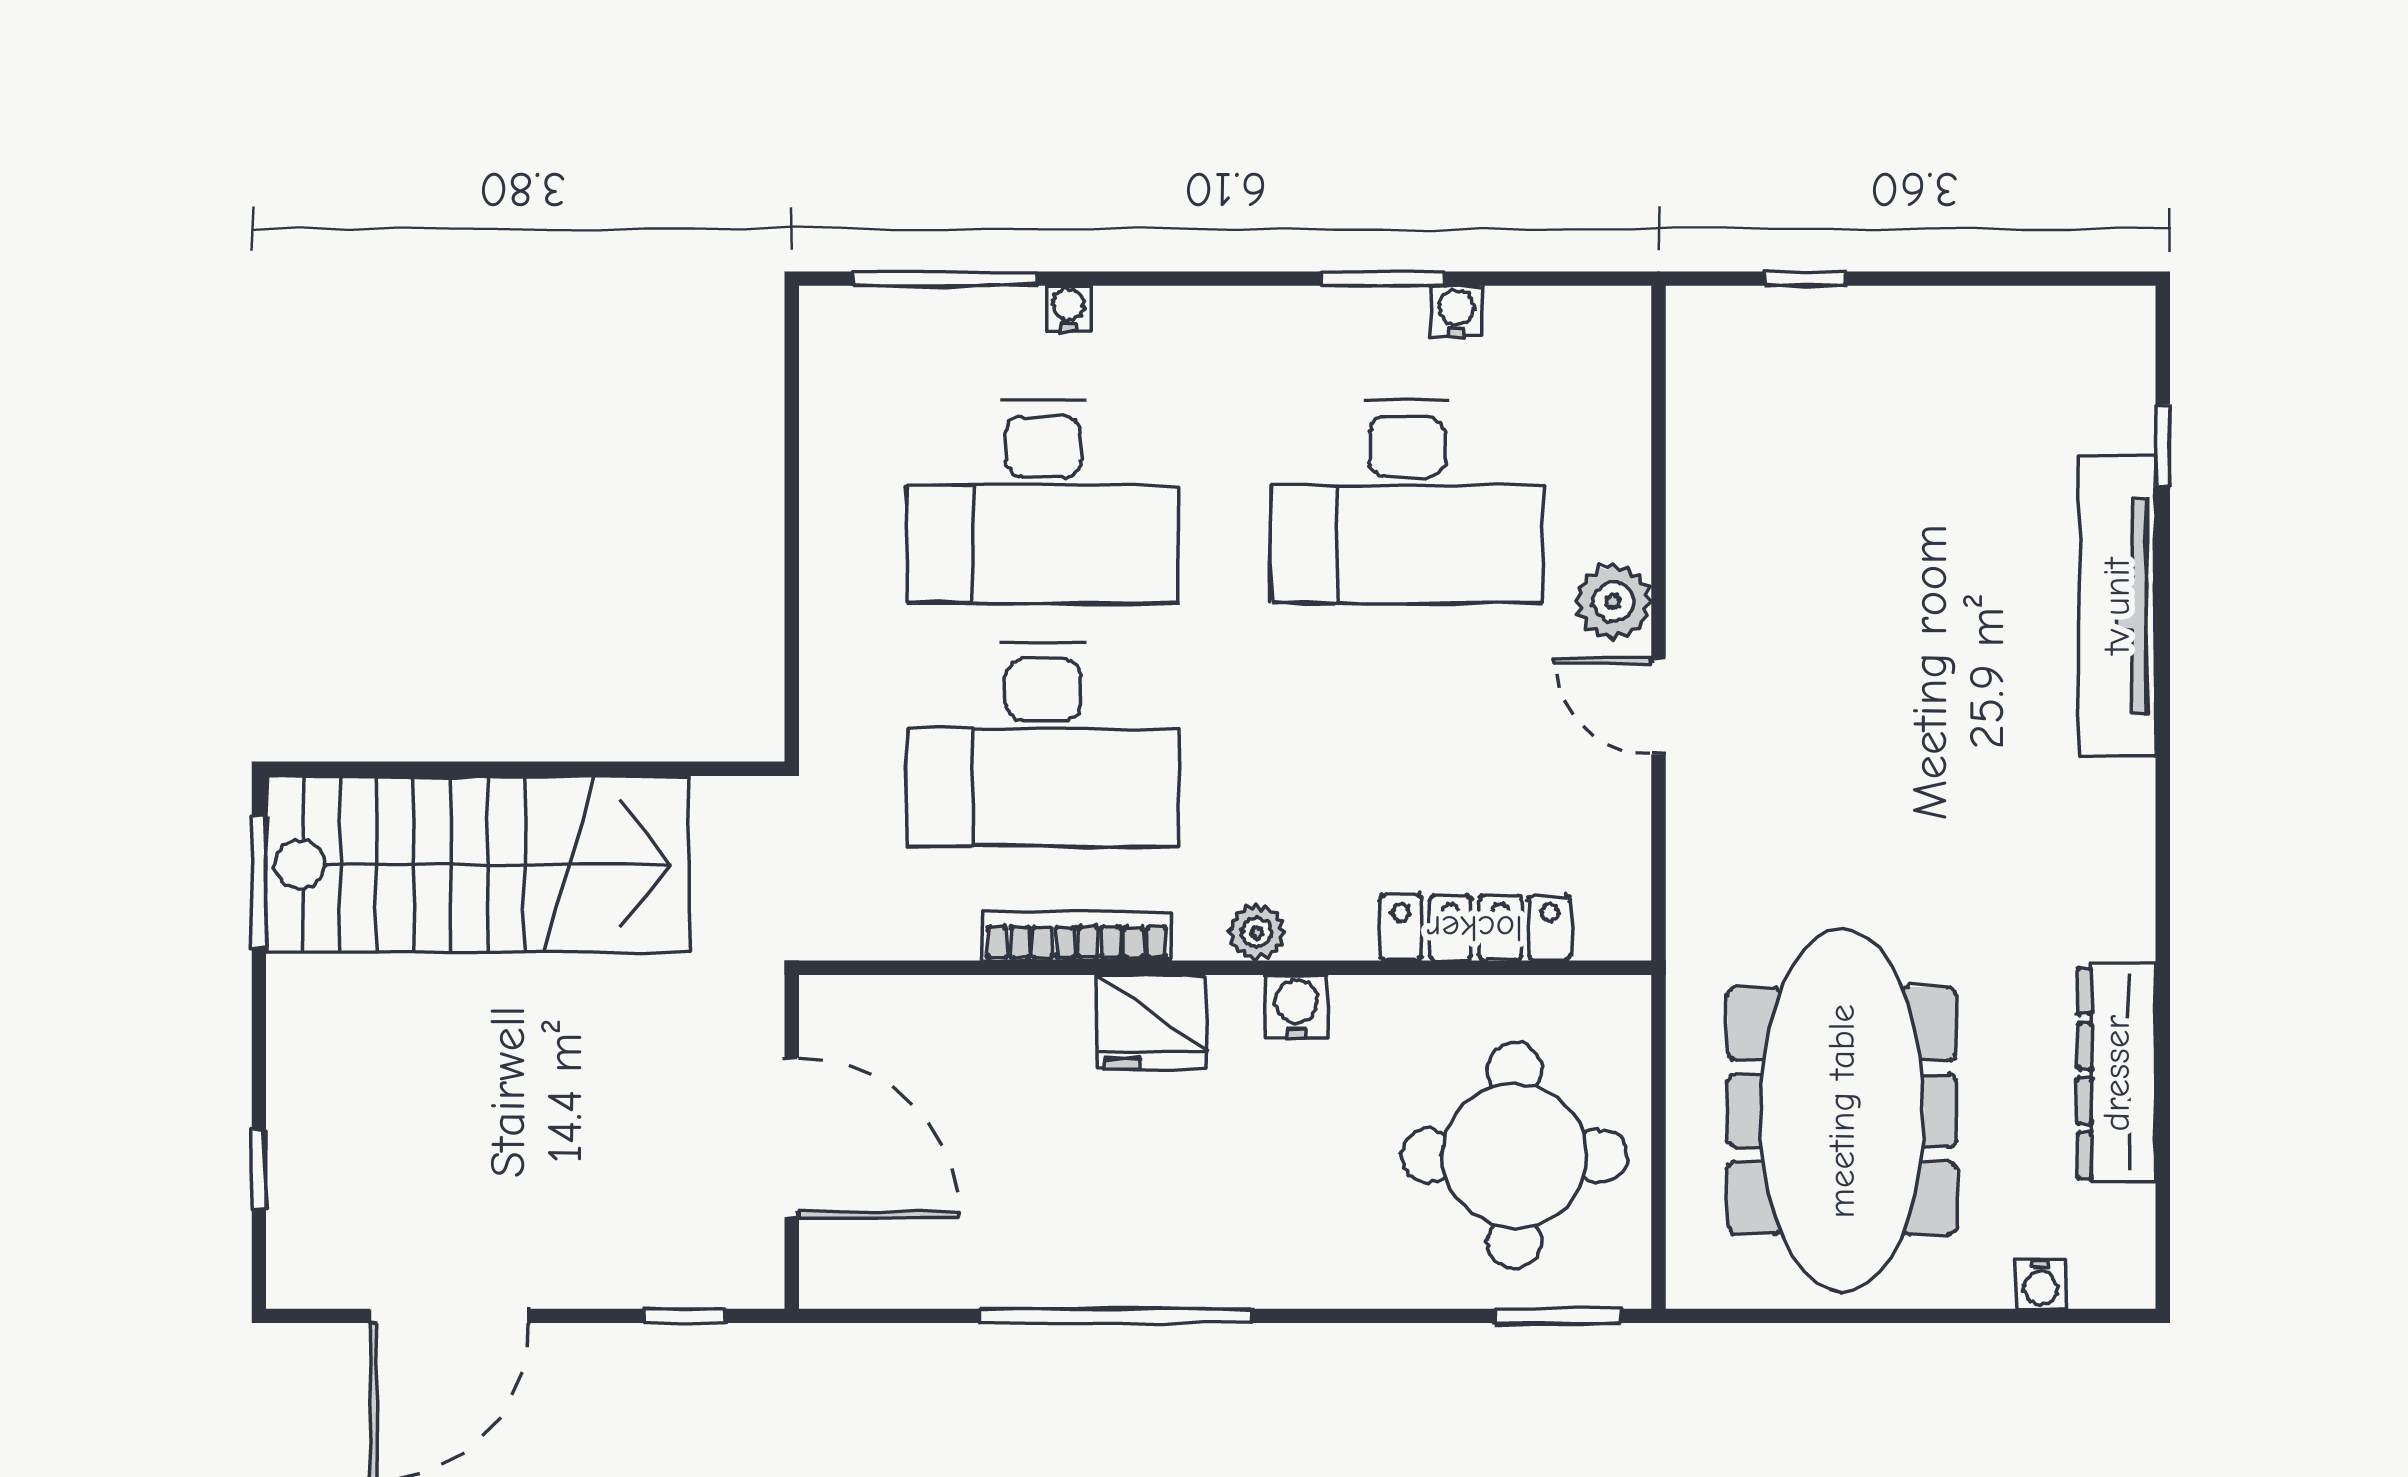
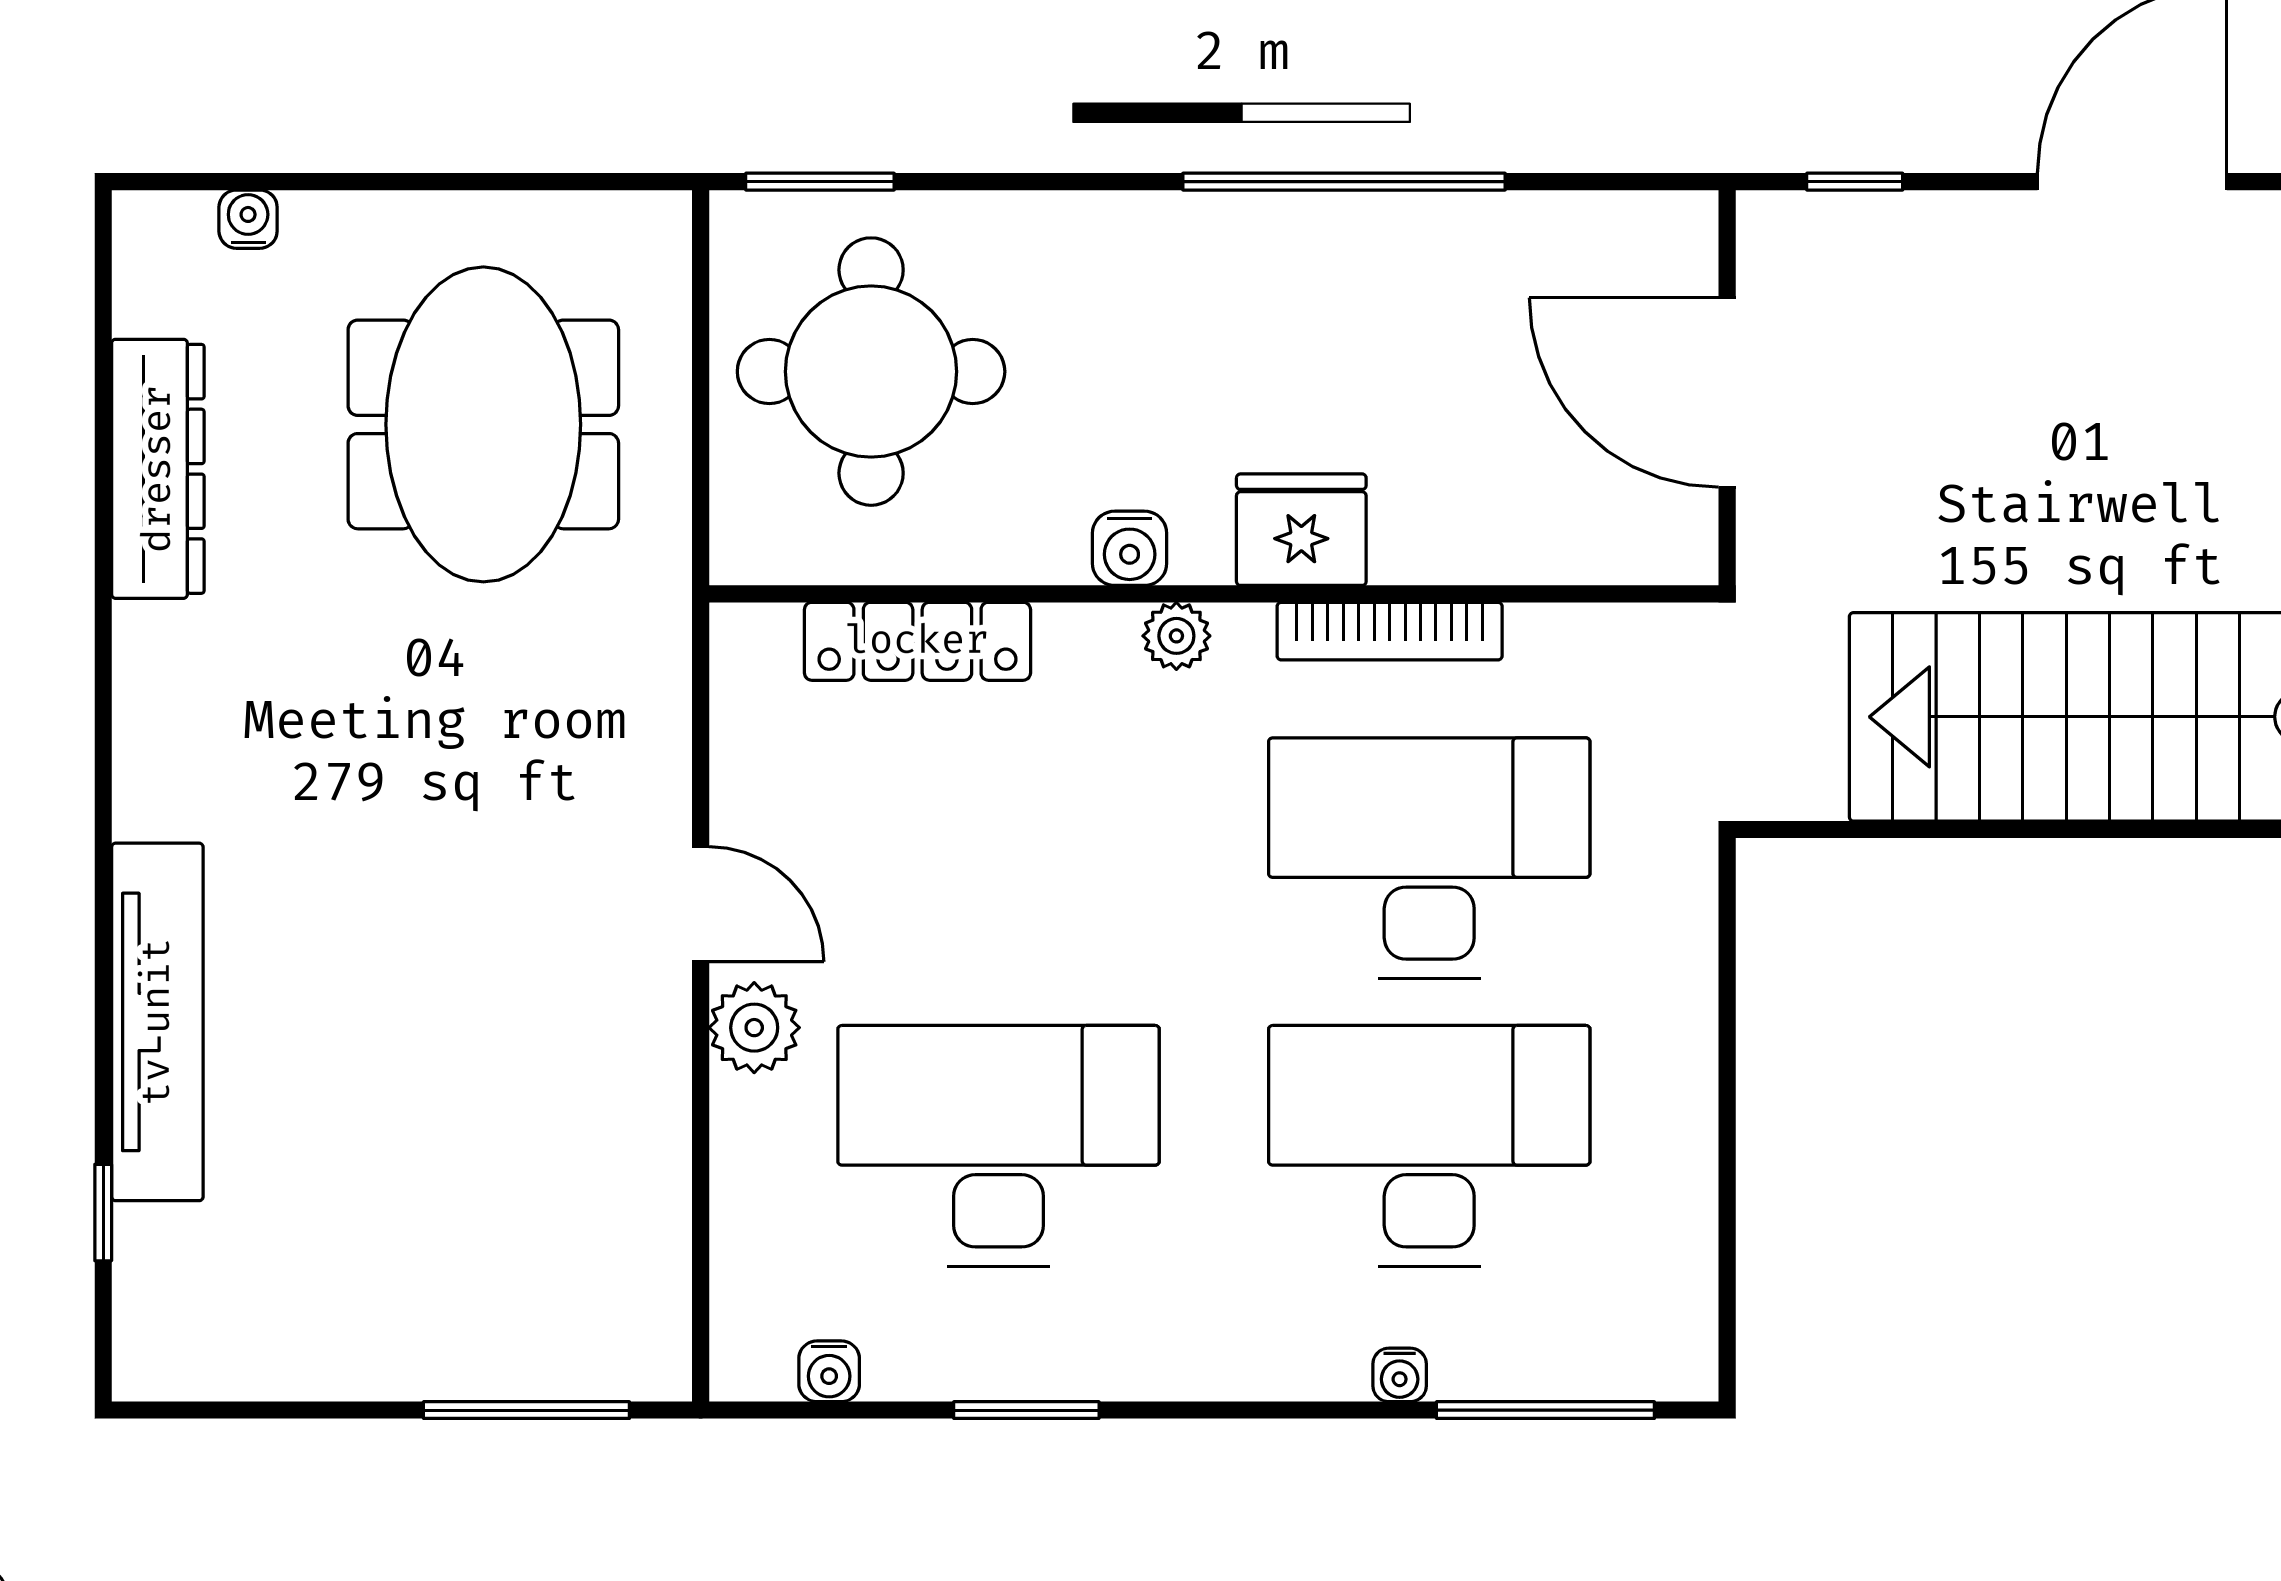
window: (1805, 279) -> (526, 1410), width x2.17
water cooler: (1456, 311) -> (829, 1371), moved
meeting table: (1842, 1111) -> (483, 424), width x0.73

